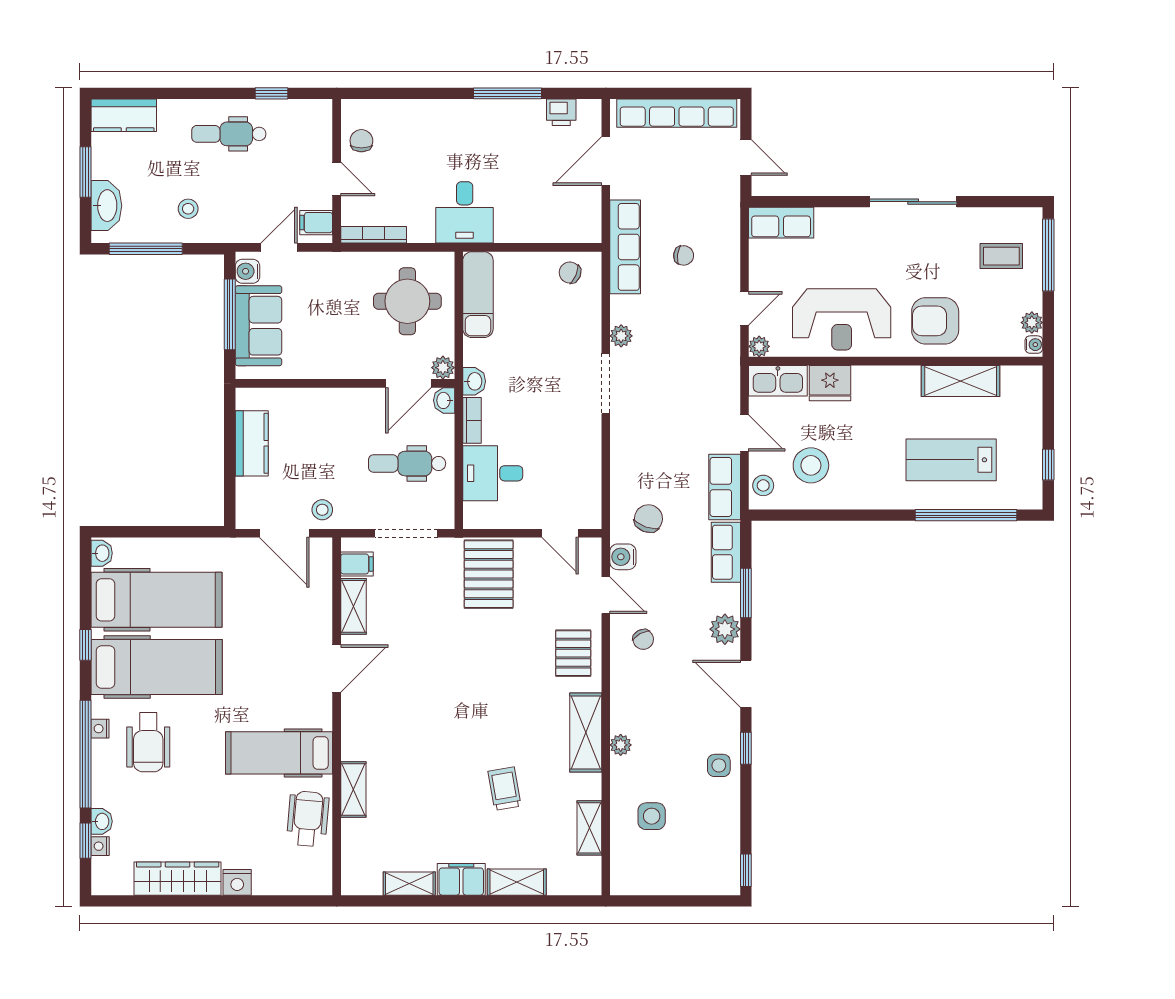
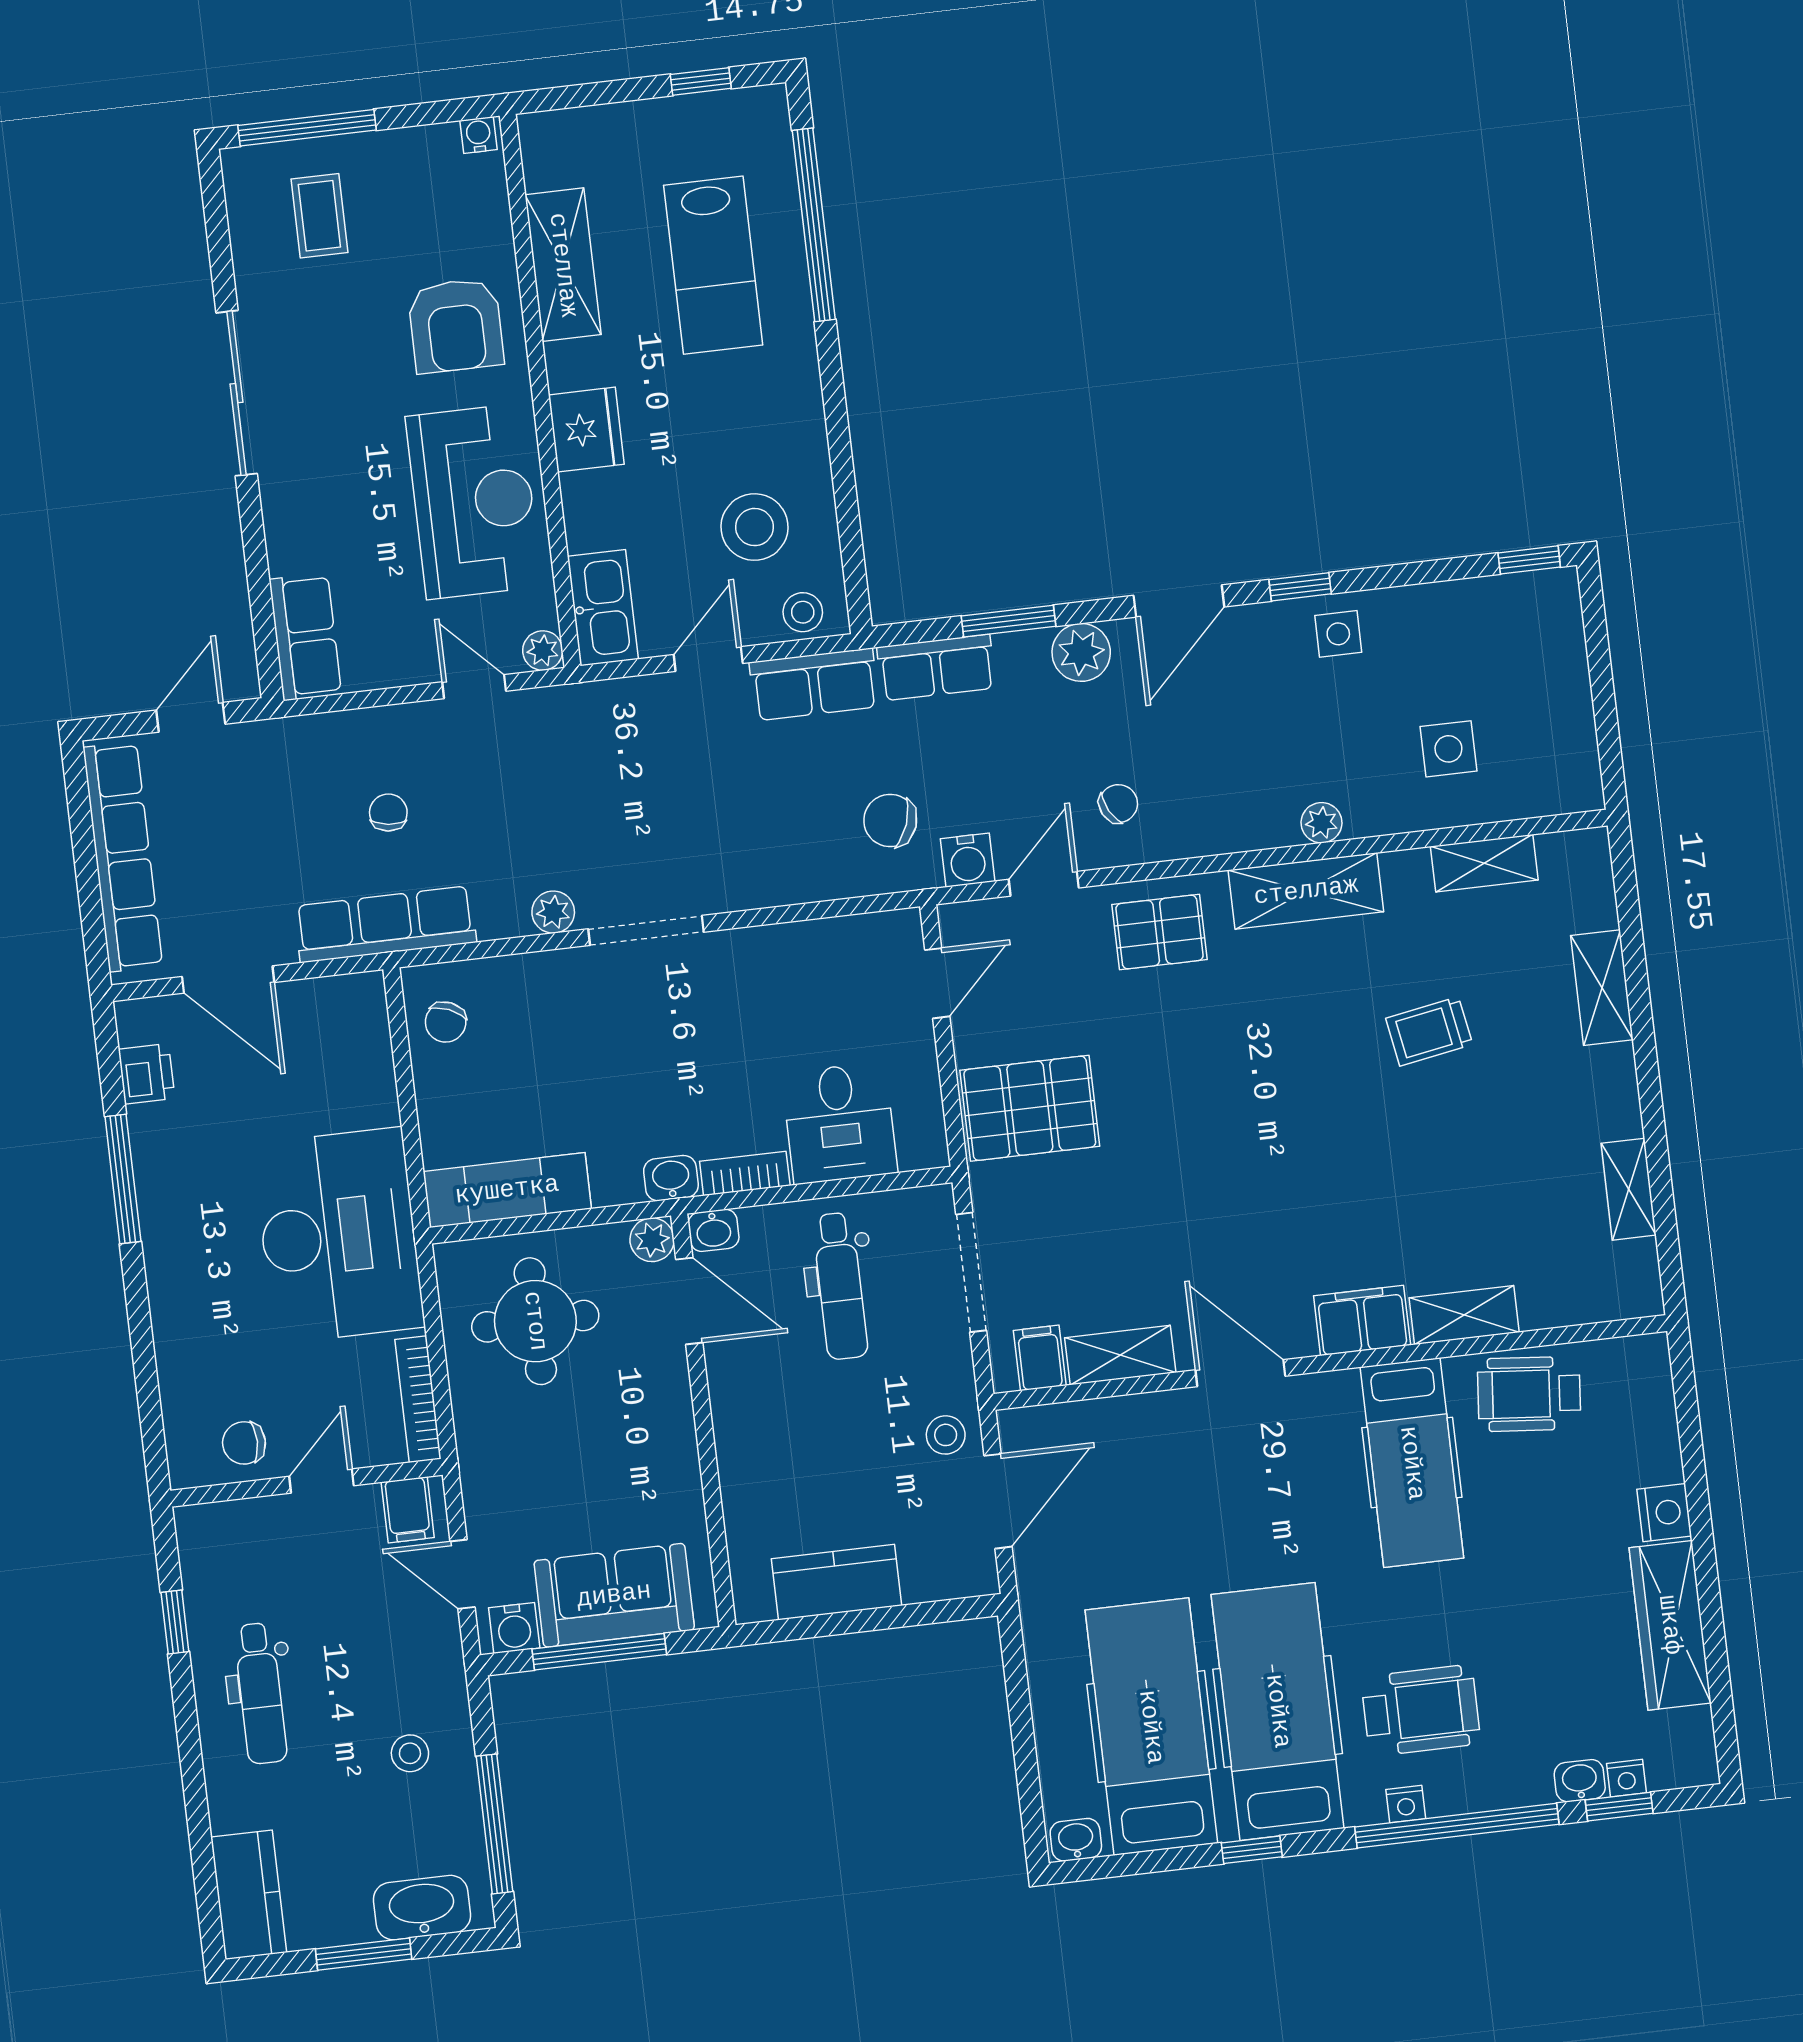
desk: (465, 212) -> (339, 1235), width x1.87, depth x1.30
plant: (1032, 323) -> (438, 144), removed
fridge: (830, 383) -> (586, 430), moved
filing cabinet: (461, 879) -> (1362, 1320), moved, turned 90

